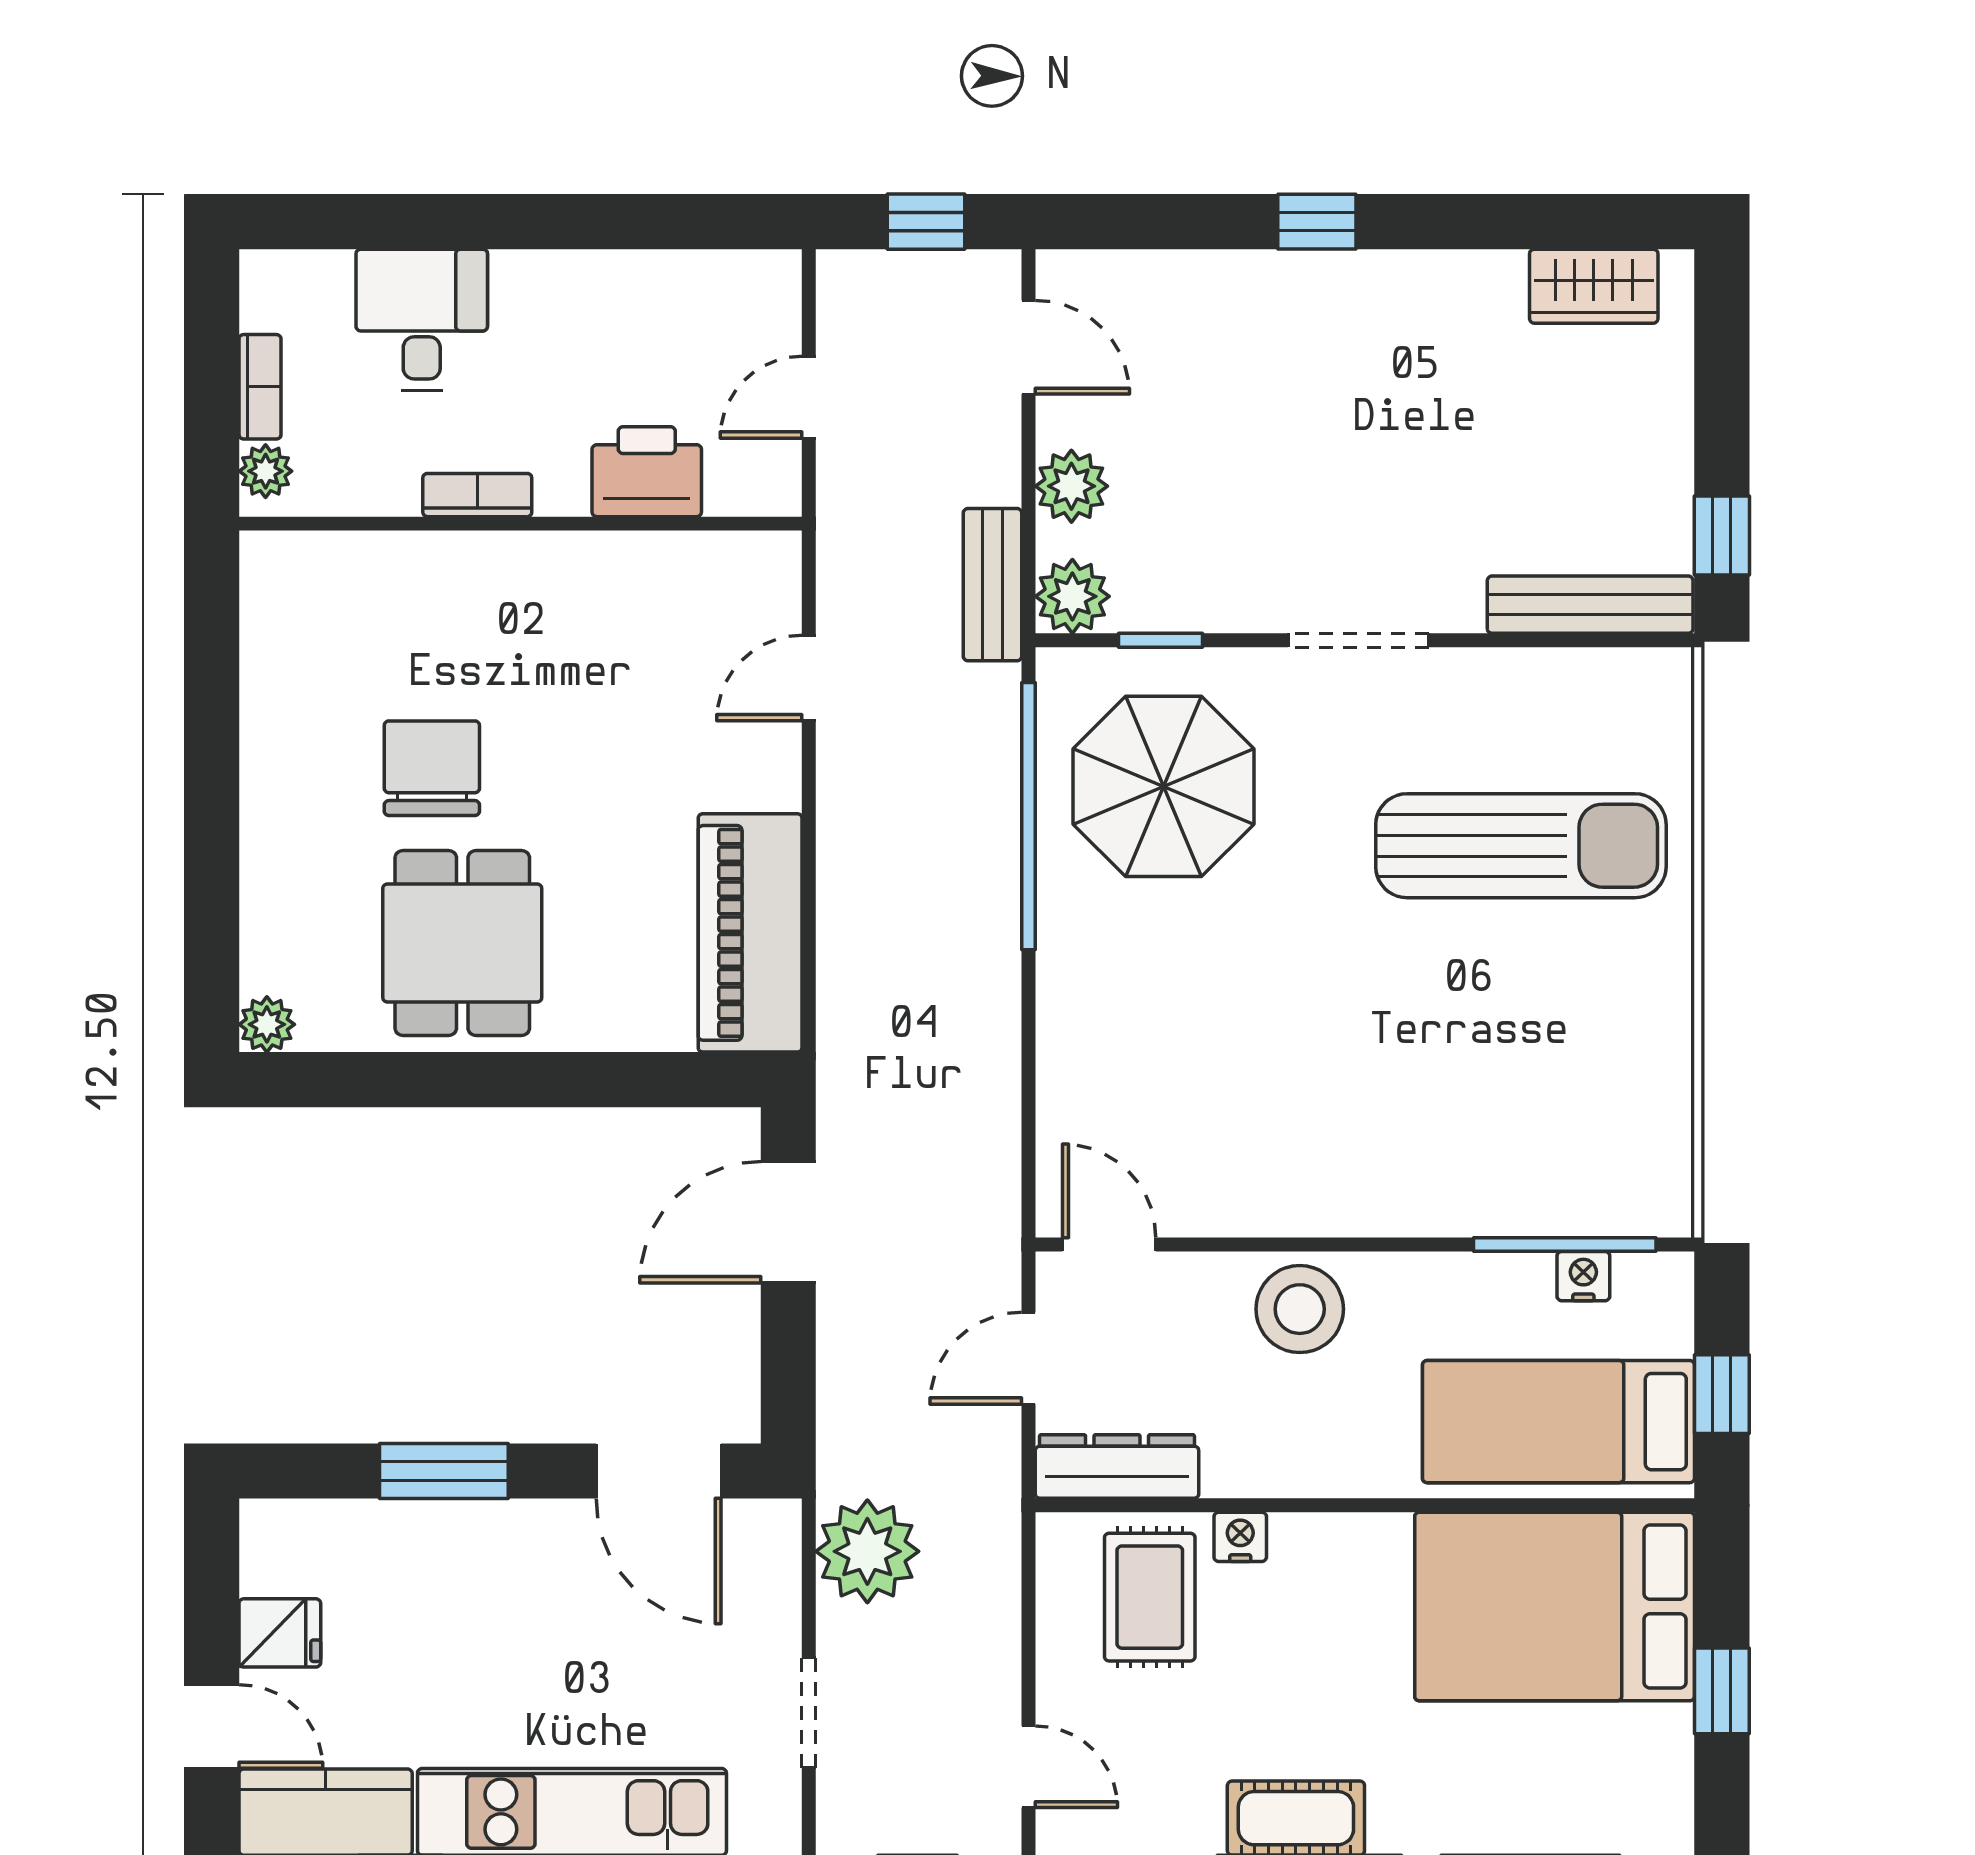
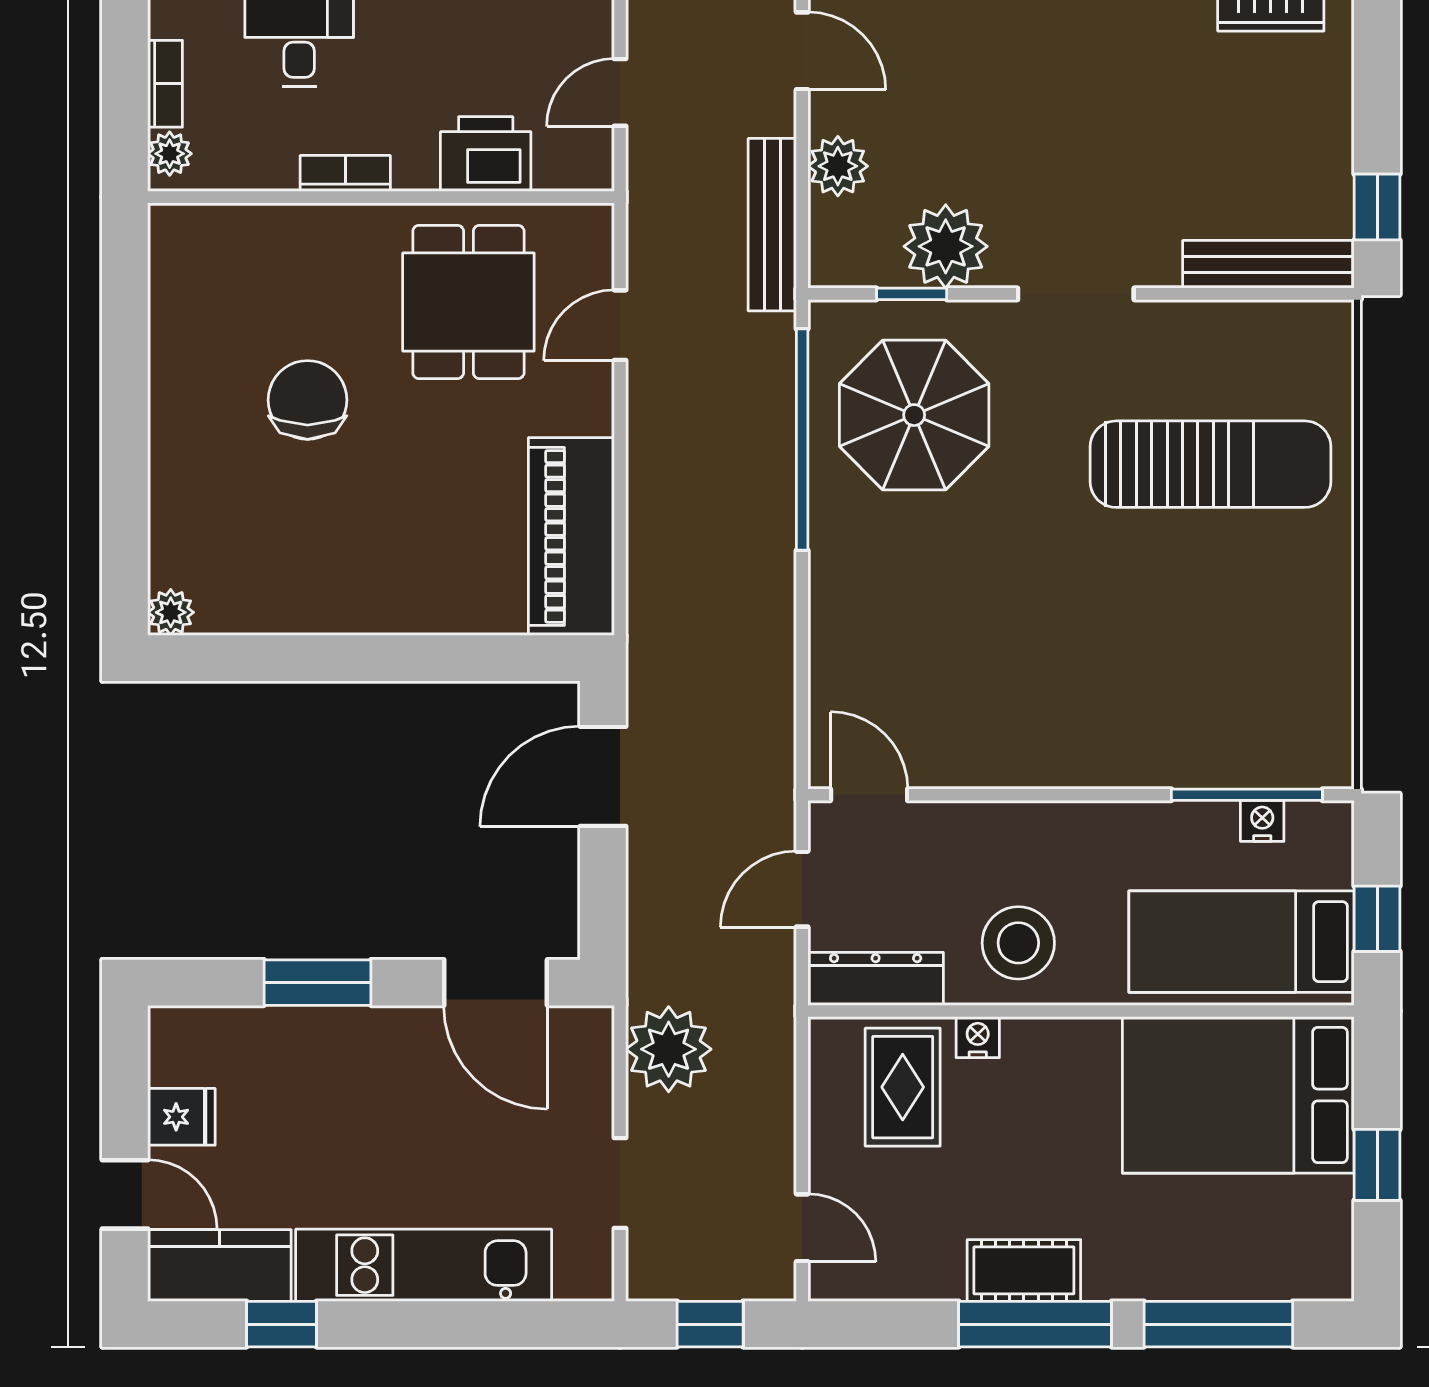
bench: (992, 585) -> (772, 225), width x1.36
plant: (1072, 596) -> (946, 246), moved, width x1.36, depth x1.36
dining table: (462, 943) -> (468, 302), moved
stool: (1300, 1309) -> (1018, 943), moved

